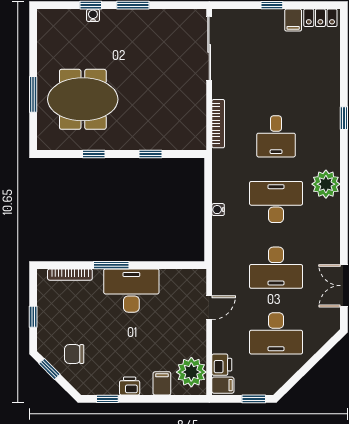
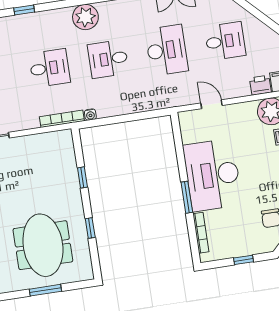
bookcase: (218, 124) -> (62, 119), moved
desk: (276, 202) -> (108, 59), width x0.73
water cooler: (218, 210) -> (90, 115), moved
desk: (131, 291) -> (213, 175), width x1.36, depth x1.30
desk: (276, 333) -> (225, 41), width x0.73

